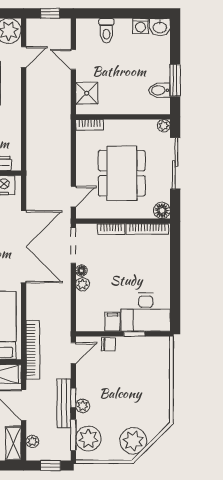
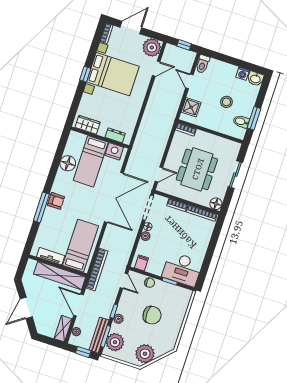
toilet: (106, 31) -> (203, 64), moved
stool: (131, 71) -> (226, 102), added
plant: (164, 126) -> (236, 147), removed
sliding door: (175, 163) -> (235, 175), width x0.73
filing cabinet: (113, 322) -> (141, 263), moved
door: (73, 353) -> (124, 281), hinge flipped
chair: (126, 387) -> (152, 315), added
bench: (64, 403) -> (99, 335), moved

